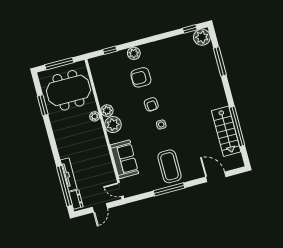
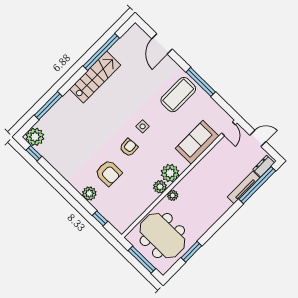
stairs: (226, 131) -> (95, 77), moved

